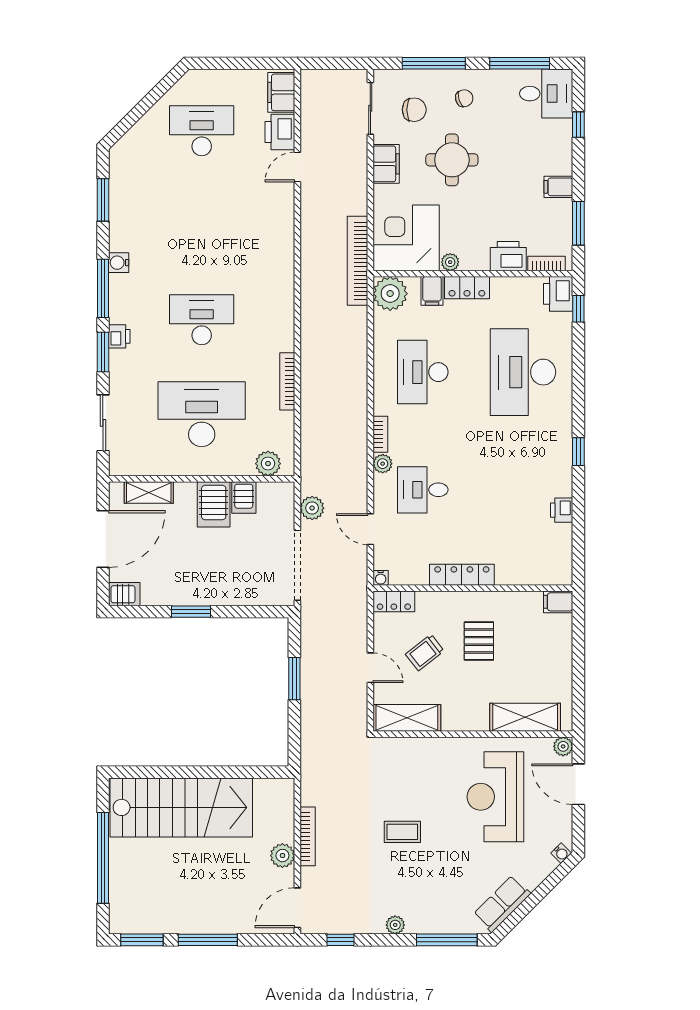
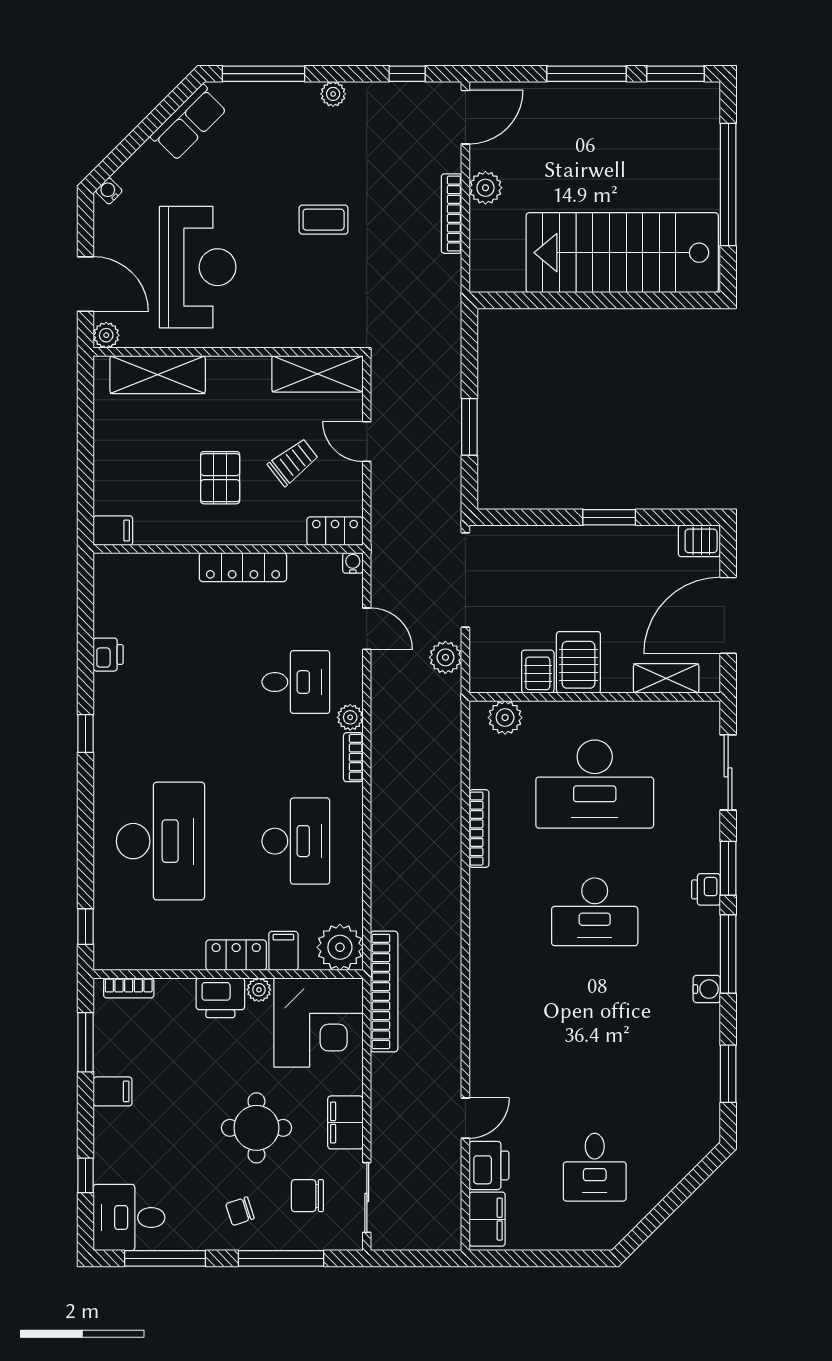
desk: (202, 131) -> (595, 1167), width x0.73
printer: (508, 256) -> (220, 998), moved
printer: (558, 294) -> (113, 947), removed

